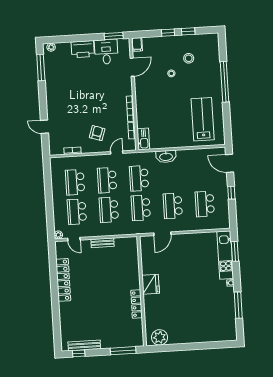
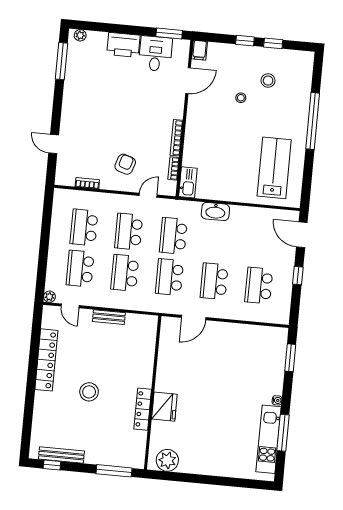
kitchen unit: (225, 255) -> (269, 439), moved
fridge: (151, 284) -> (164, 407), moved
stool: (97, 298) -> (89, 392), added

